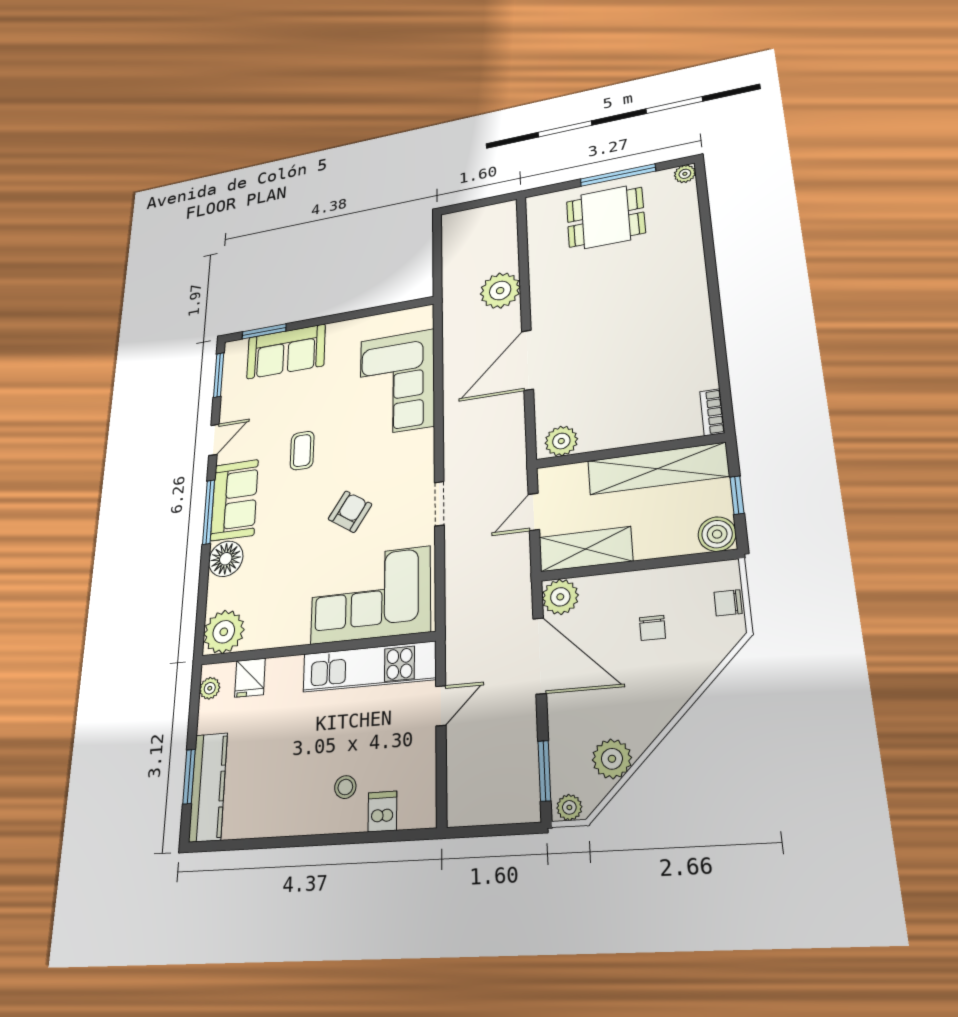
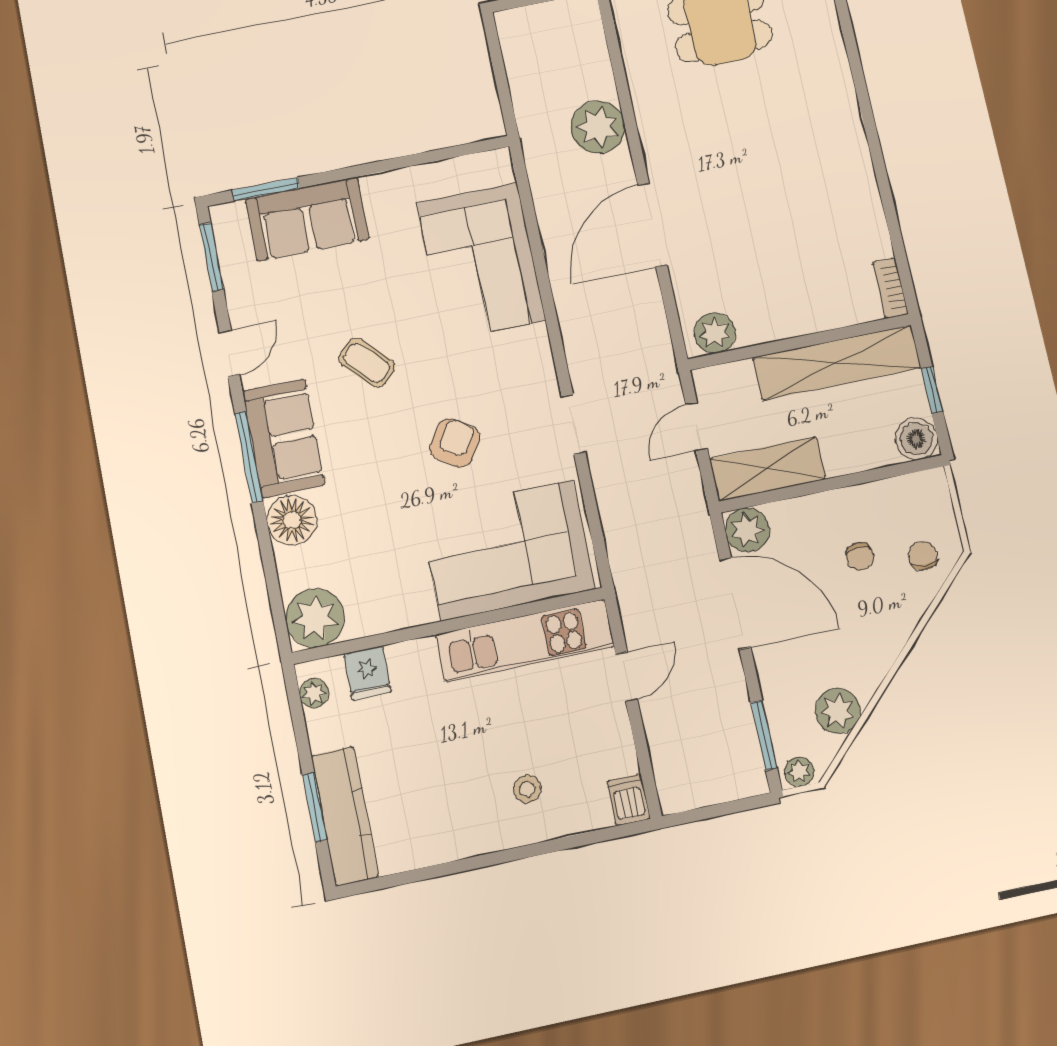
coffee table: (302, 451) -> (367, 363), turned -44
chair: (728, 603) -> (923, 556), moved, turned 90
dishwasher: (382, 811) -> (629, 800), moved

